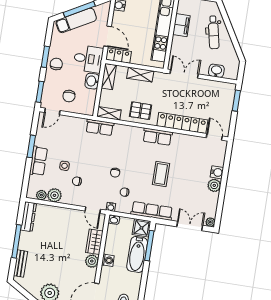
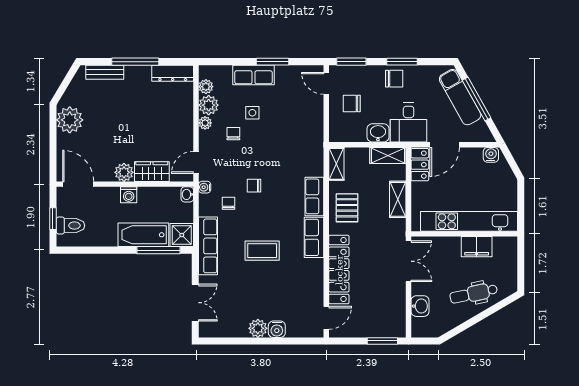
row of seats: (100, 127) -> (314, 196), moved
plant: (210, 222) -> (205, 123), moved

